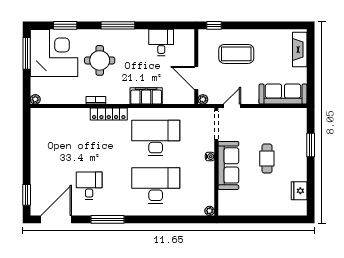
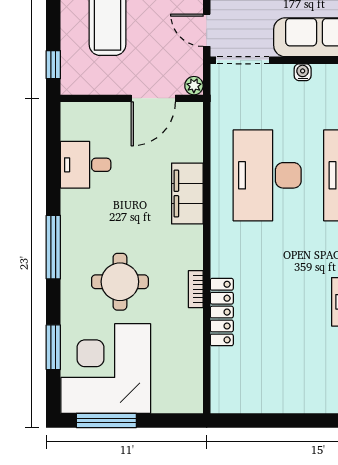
plant: (35, 99) -> (194, 404), removed
locker: (109, 114) -> (222, 312), moved

